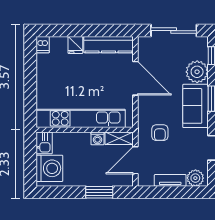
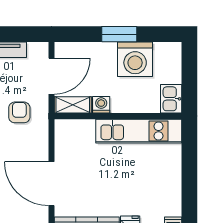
kitchen unit: (81, 118) -> (139, 131), width x0.73
washing machine: (49, 168) -> (135, 59), moved, turned -90
window: (99, 192) -> (119, 34), moved

